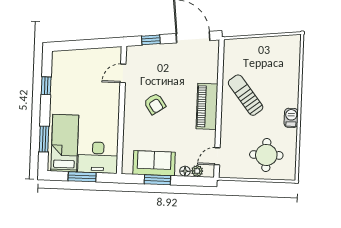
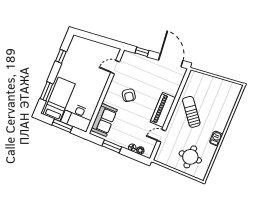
door: (217, 156) -> (161, 136), moved
sofa: (154, 163) -> (104, 120), moved, turned 90

